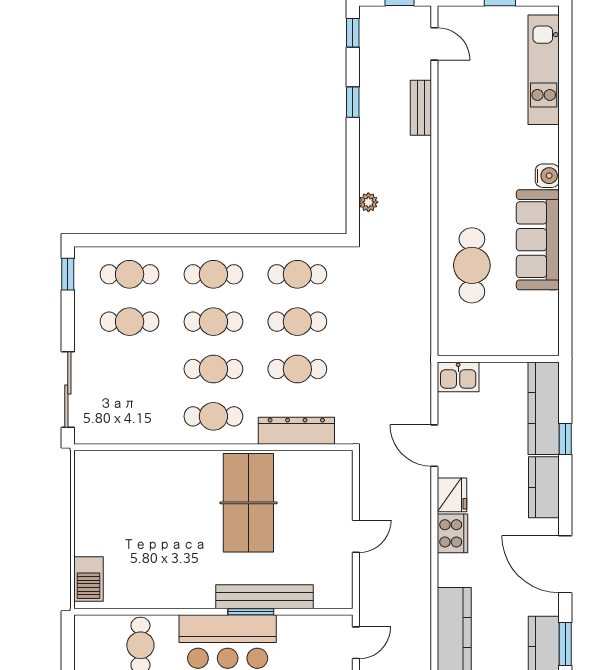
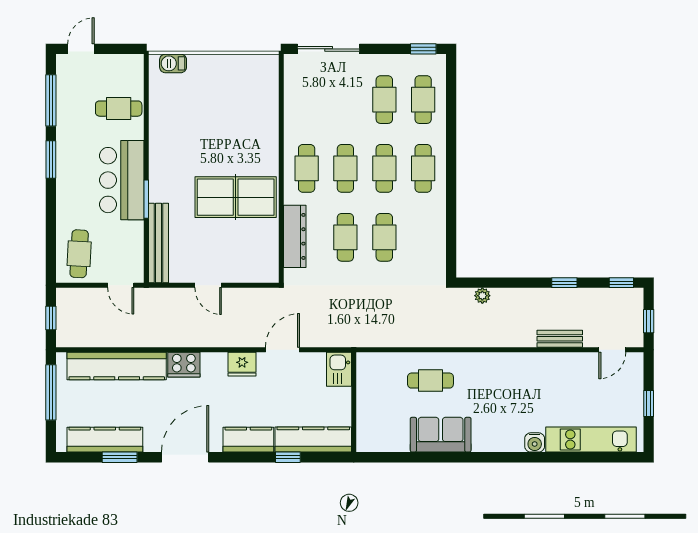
water cooler: (547, 176) -> (535, 442), moved
sofa: (538, 240) -> (441, 435), width x0.73
cafe table: (472, 265) -> (430, 381), width x0.73, depth x0.74
cafe table: (297, 274) -> (423, 237), removed
cooker: (452, 533) -> (184, 365), moved
barbecue: (89, 579) -> (173, 63), width x0.73, depth x0.79
bench: (265, 597) -> (159, 243), moved

